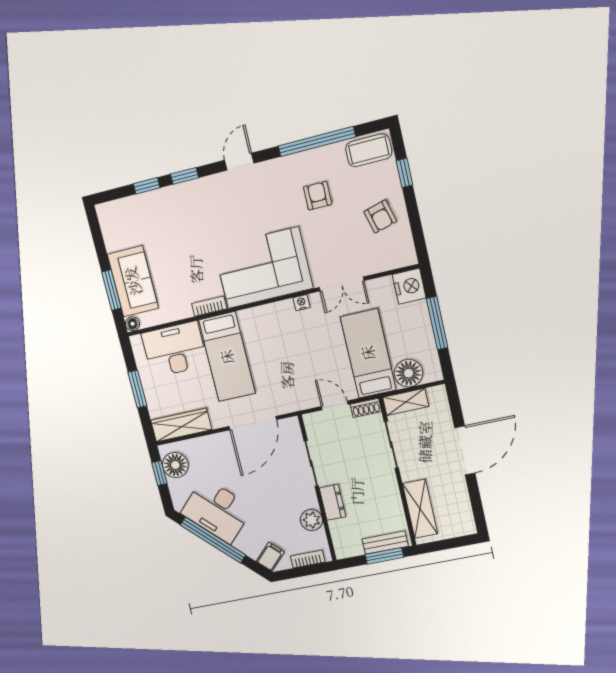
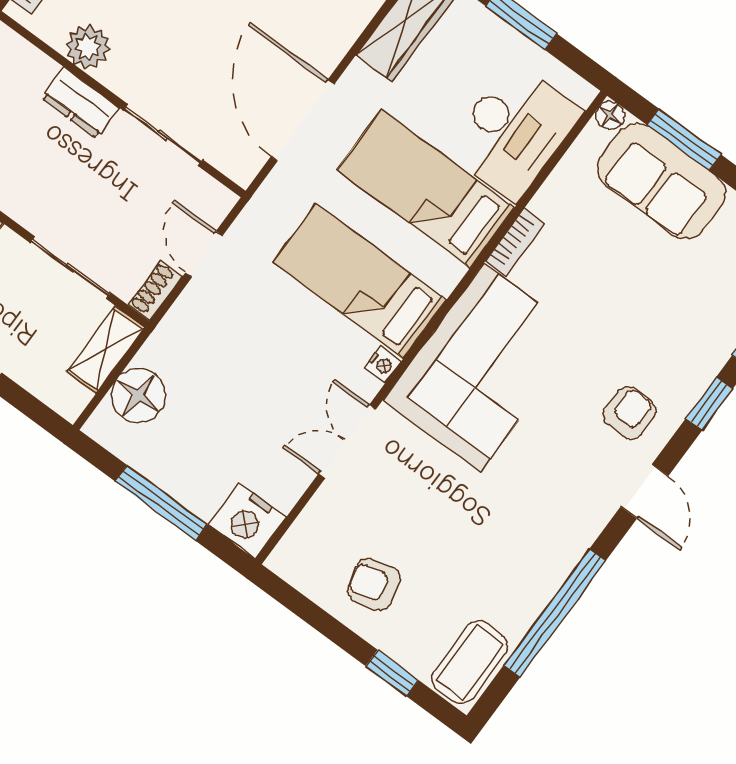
armchair: (318, 196) -> (630, 413), moved, turned -90
bed: (368, 353) -> (360, 281), moved, turned 180
door: (335, 405) -> (204, 254), swing flipped

